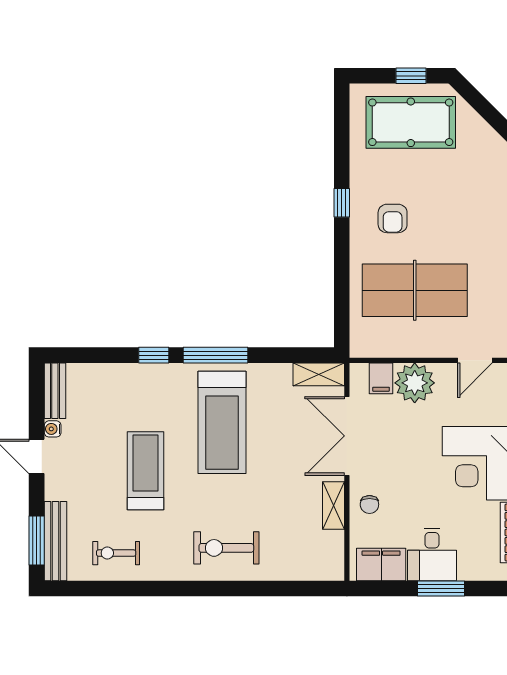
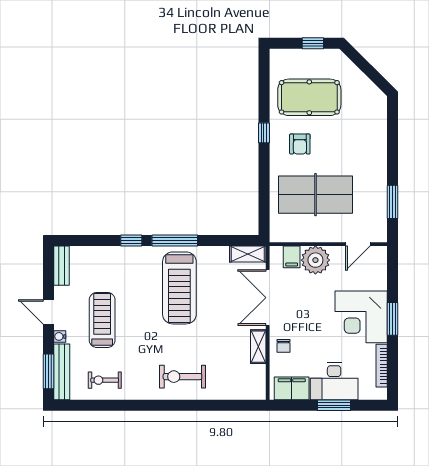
pool table: (411, 122) -> (309, 97), moved
water cooler: (53, 429) -> (60, 336), moved
treadmill: (146, 471) -> (102, 320), moved
desk: (432, 554) -> (334, 381), width x1.37

